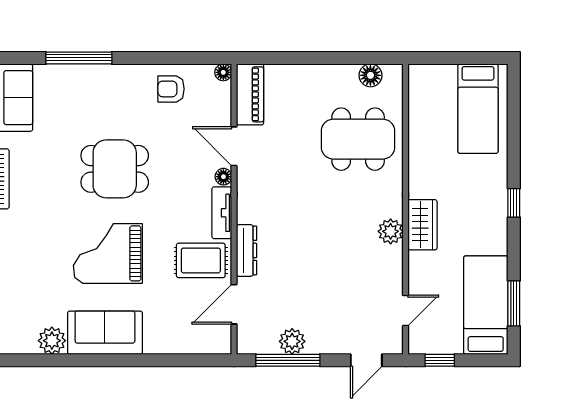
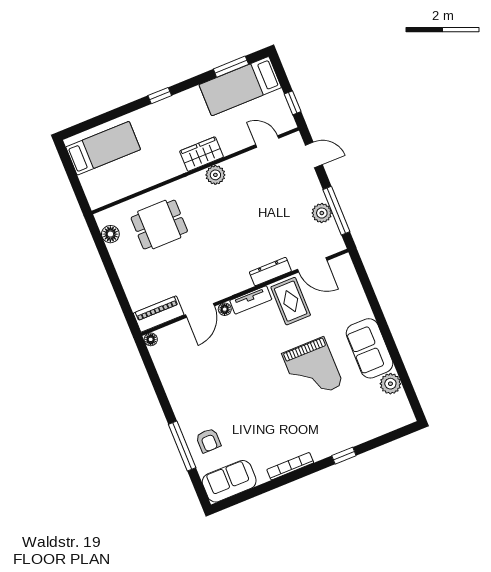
armchair: (171, 89) -> (208, 440), moved
dining table: (358, 139) -> (159, 225), width x0.73
dining table: (115, 169) -> (251, 389), removed

